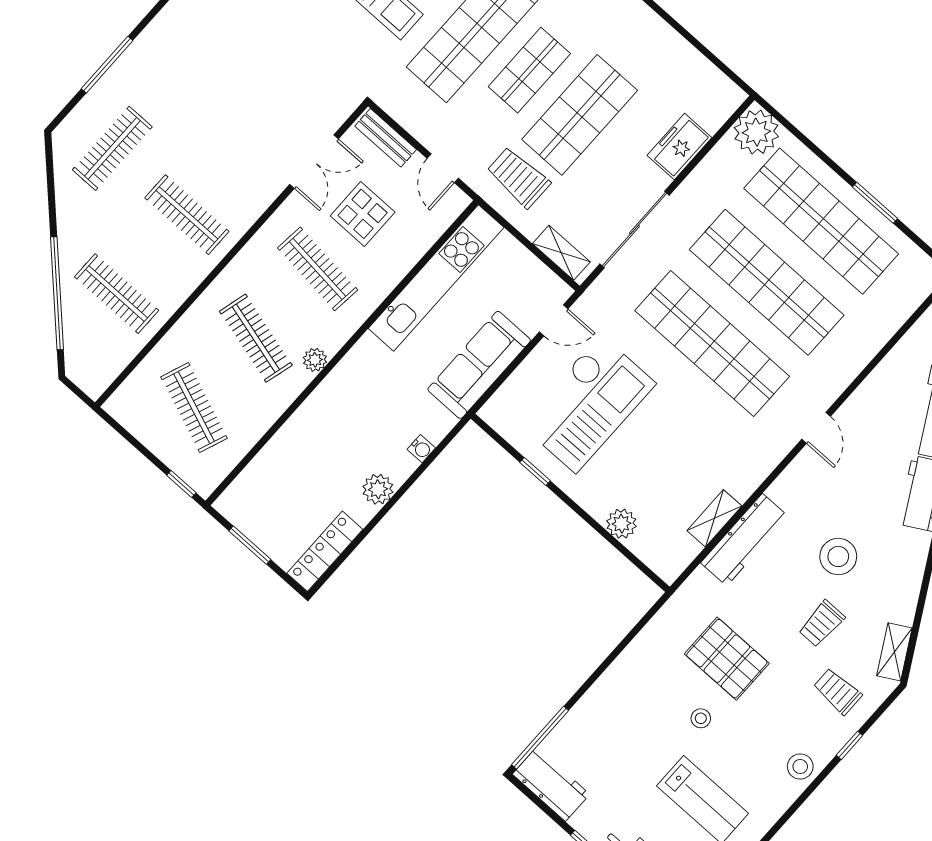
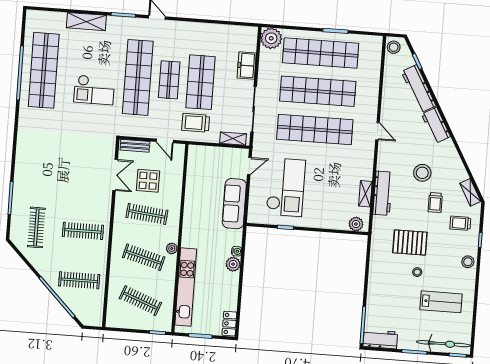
kitchen unit: (436, 278) -> (186, 287), moved
plant: (378, 489) -> (233, 264), moved
plant: (621, 524) -> (356, 224), moved
locker: (325, 551) -> (229, 324), width x0.66

